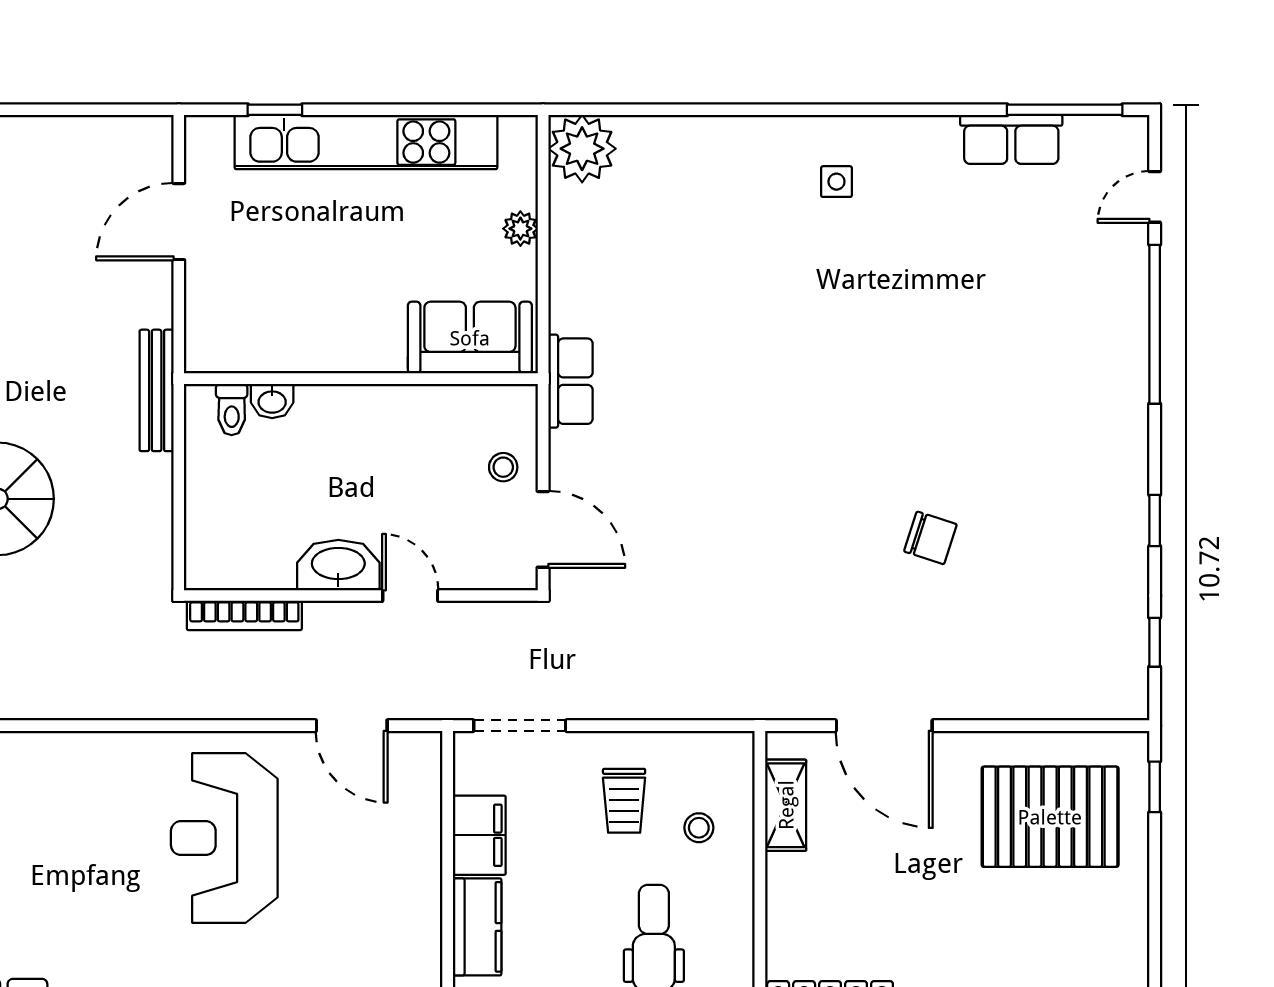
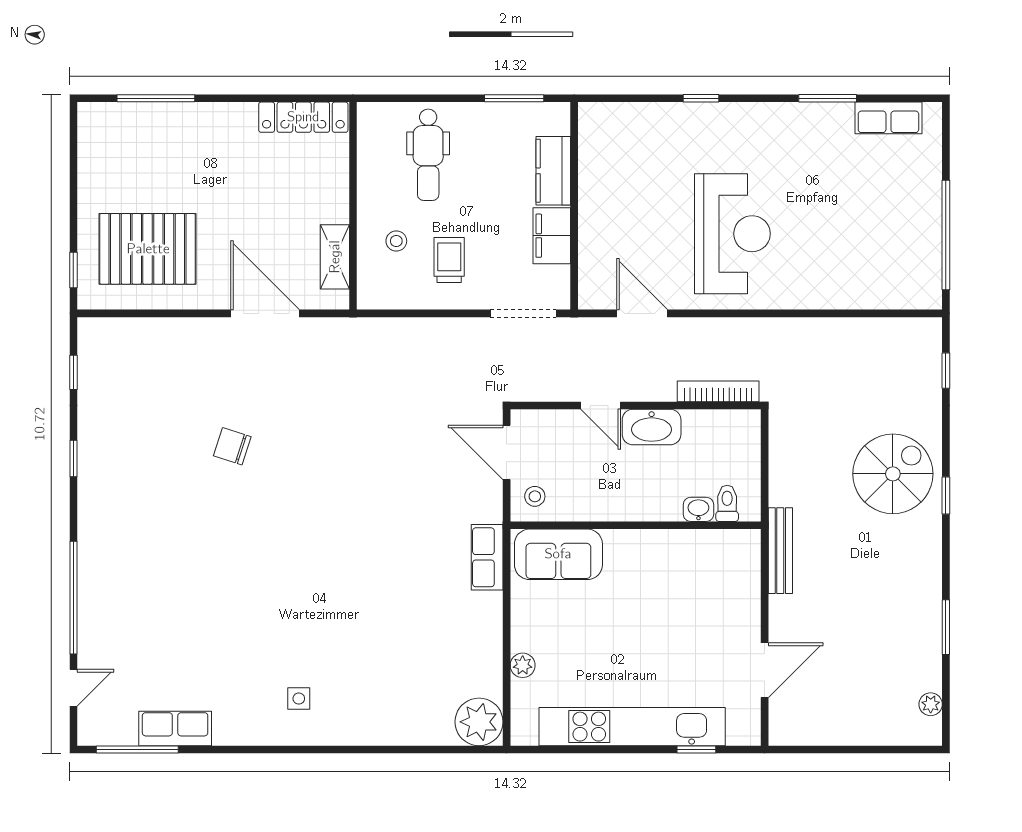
sofa: (470, 338) -> (558, 554), moved
wall: (361, 379) -> (636, 525), moved
washbasin: (272, 401) -> (698, 509), moved
toilet: (232, 409) -> (727, 503), moved

